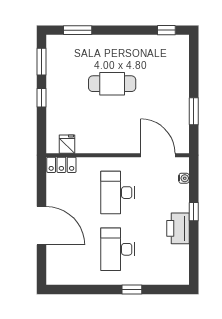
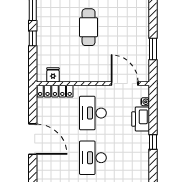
cafe table: (112, 84) -> (89, 27), turned 90
locker: (61, 165) -> (55, 91), width x1.53
window: (194, 212) -> (153, 142), moved
printer: (178, 228) -> (141, 119), moved

